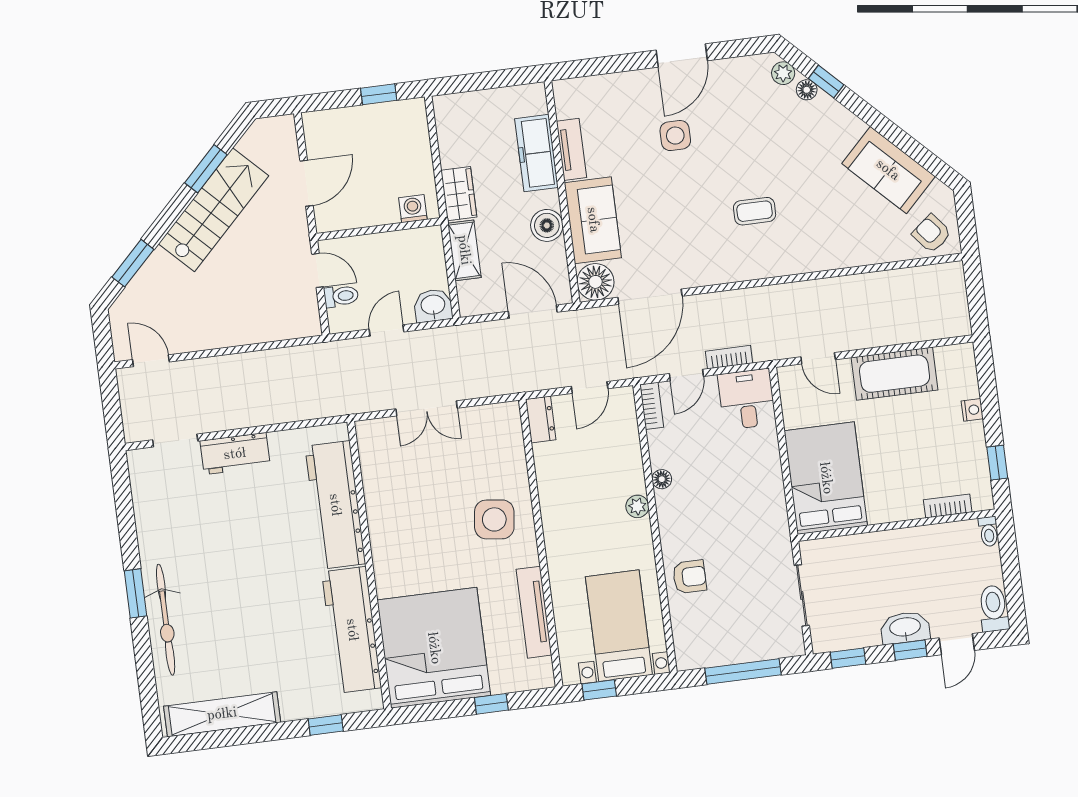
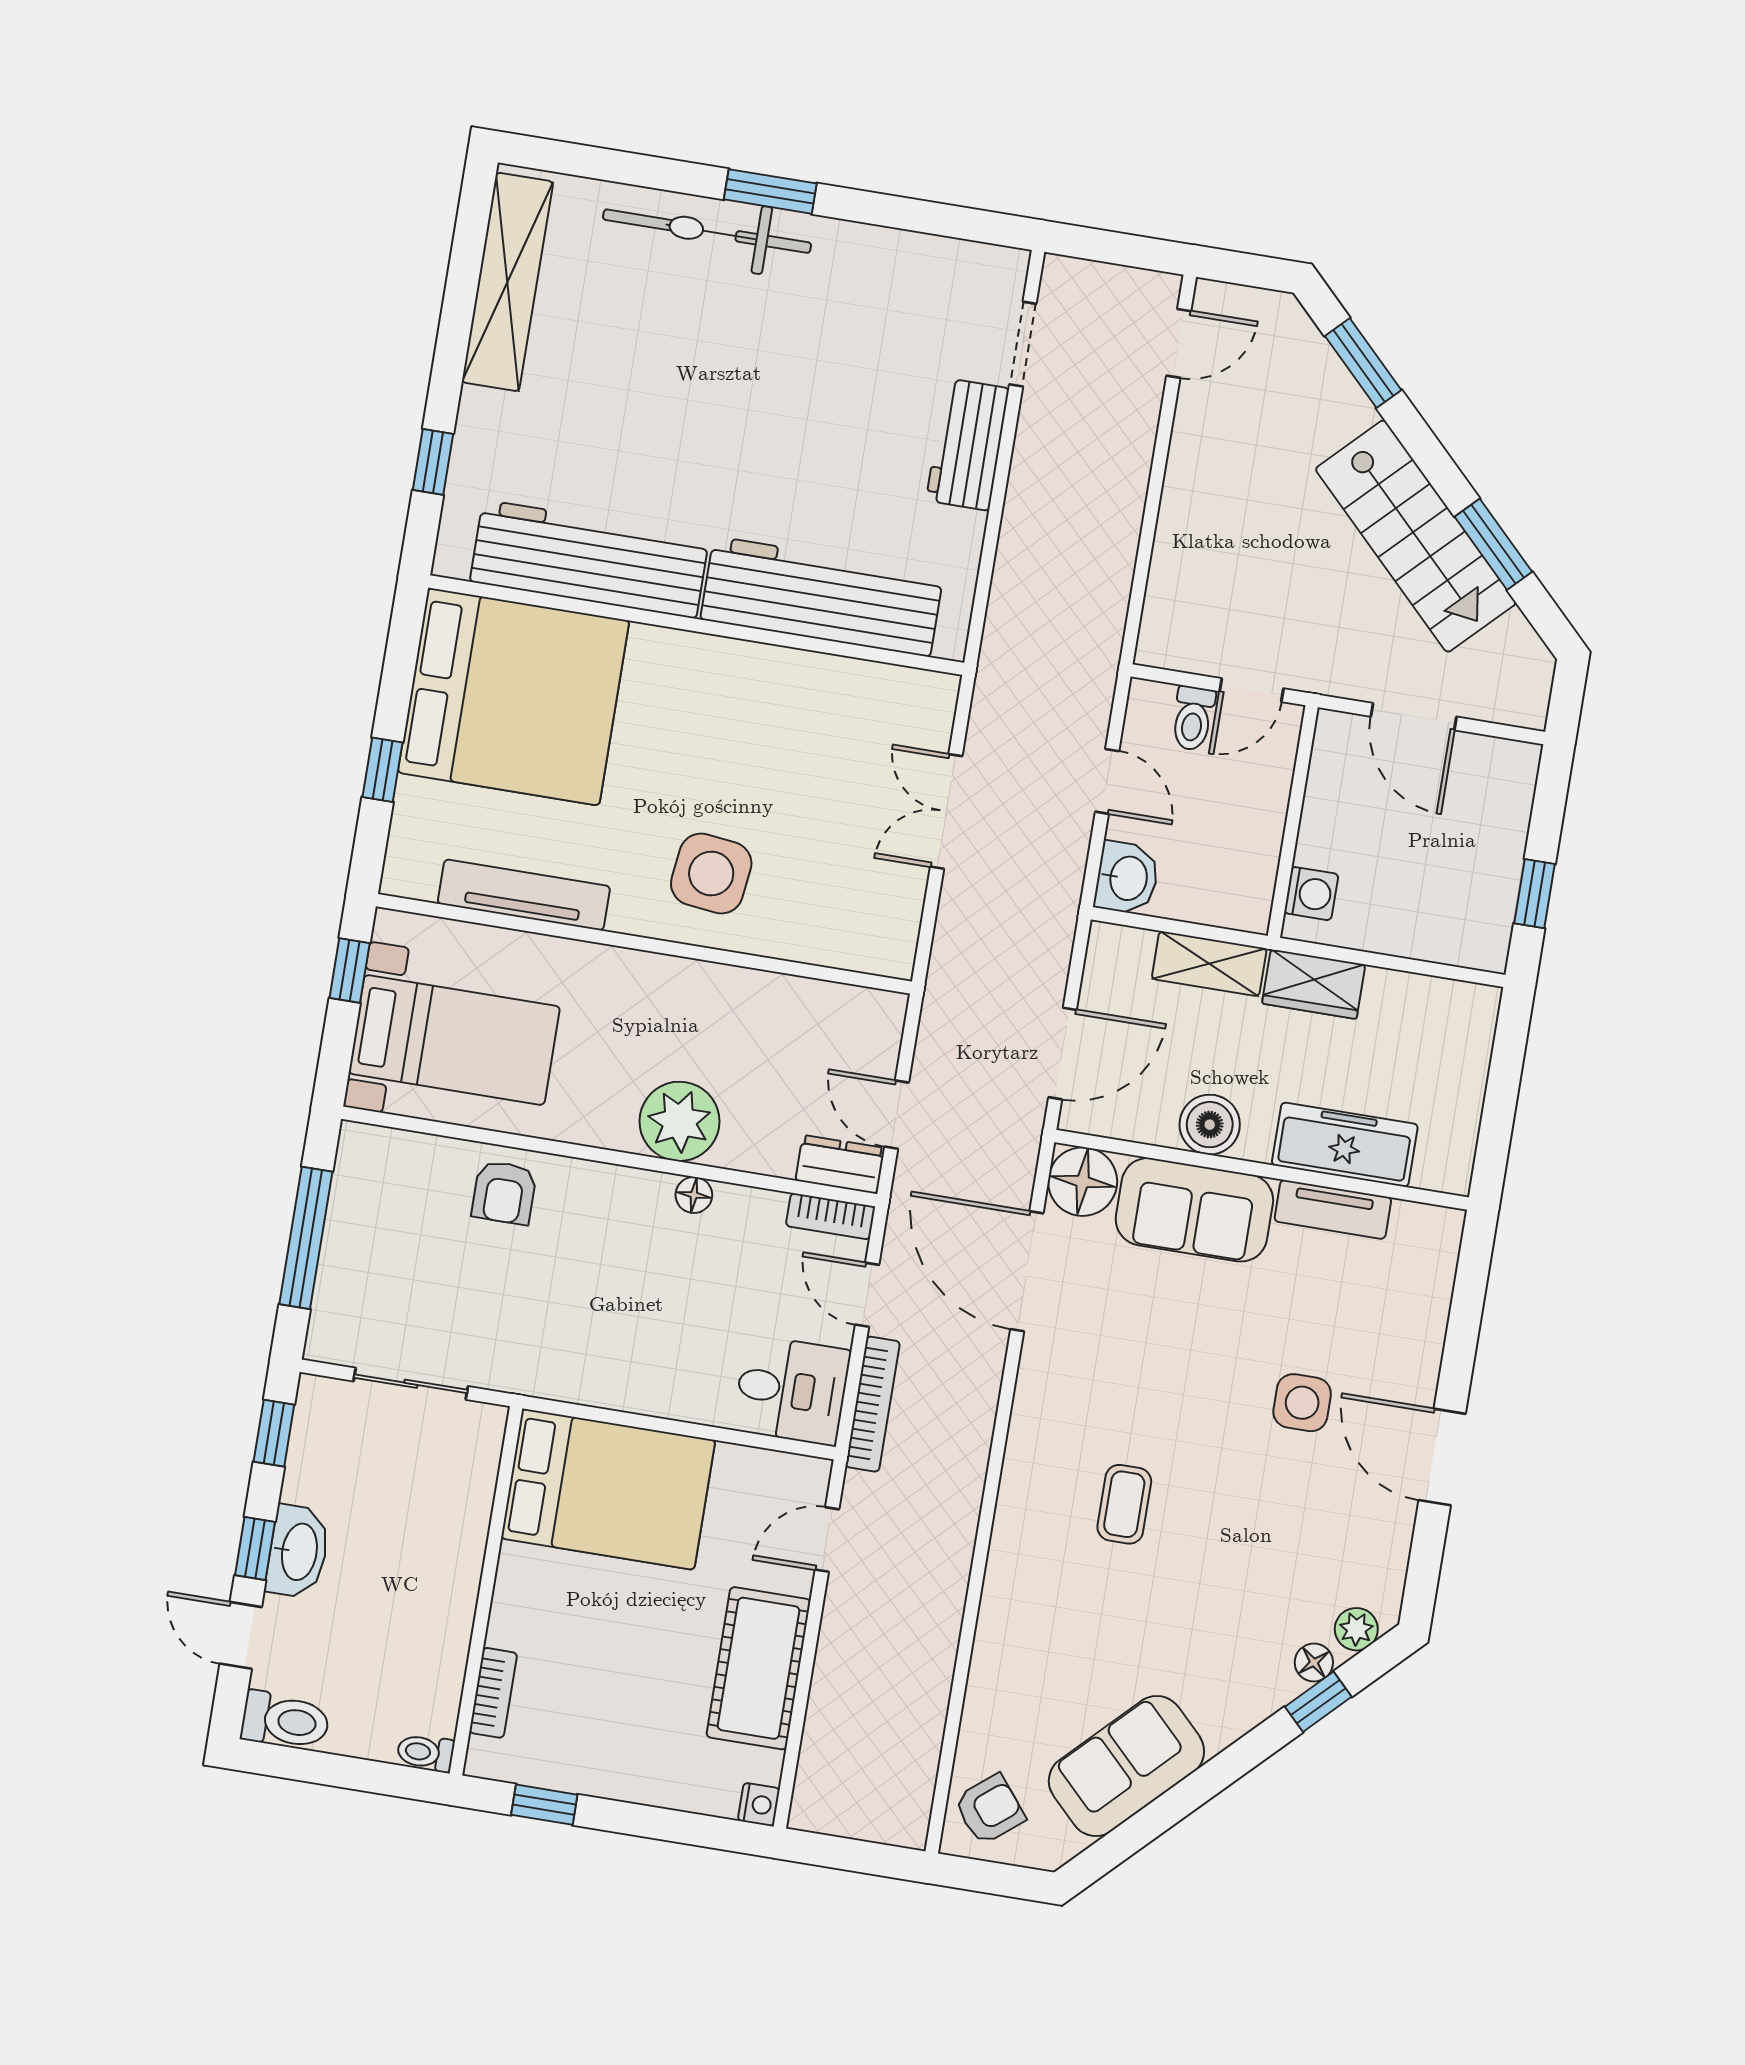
bookcase: (729, 357) -> (873, 1404), width x1.56
nightstand: (972, 410) -> (759, 1804), moved, turned -90
dresser: (541, 420) -> (840, 1164), moved, turned 180
plant: (637, 506) -> (679, 1121), width x1.88, depth x1.88

